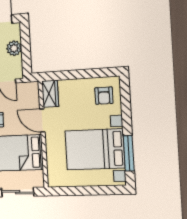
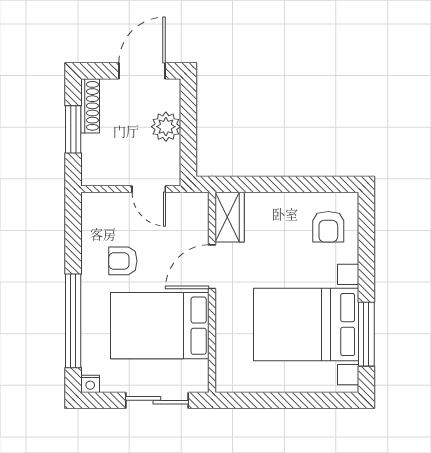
door: (42, 121) -> (212, 267), hinge flipped

